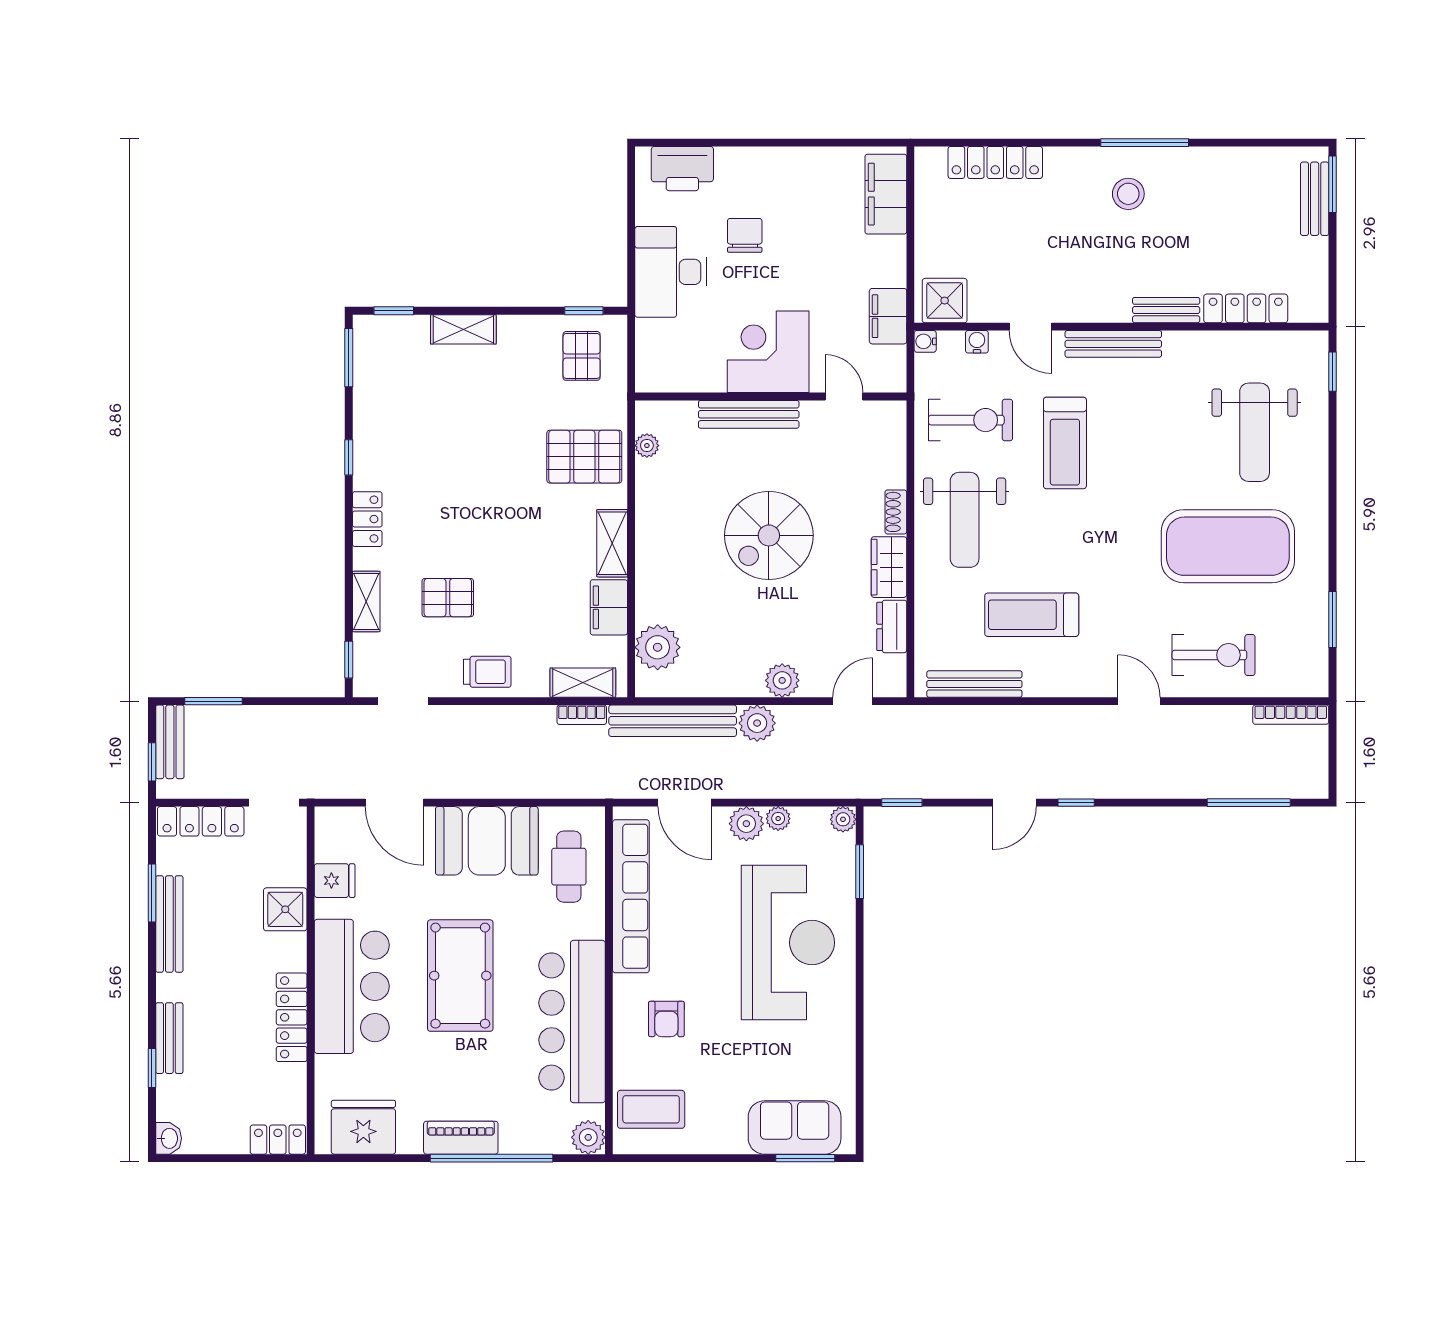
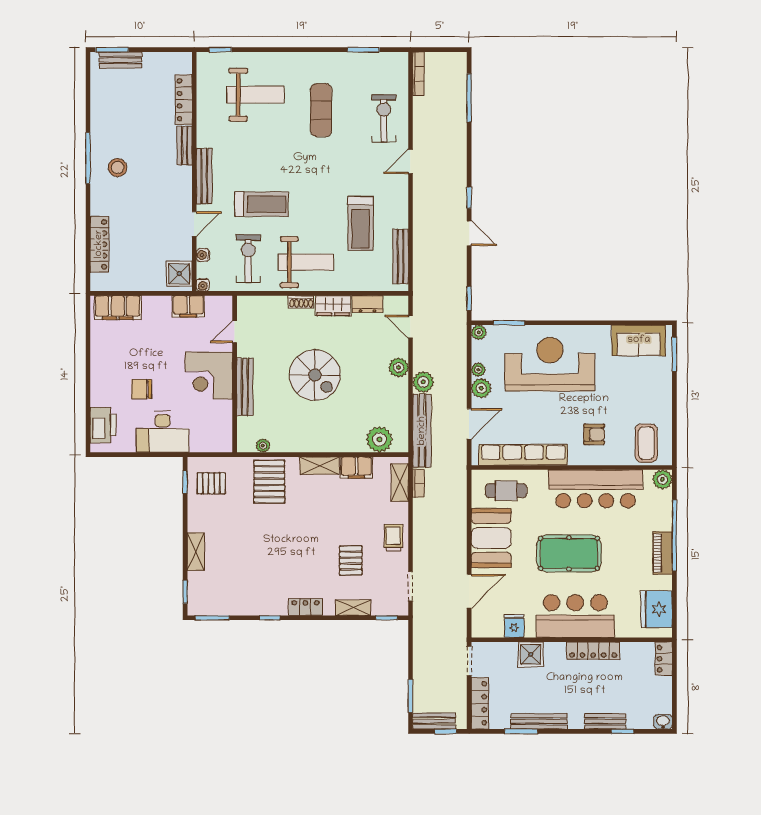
exercise mat: (1228, 546) -> (321, 110), width x0.50, depth x0.69
sofa: (795, 1127) -> (639, 340), moved, turned -90

